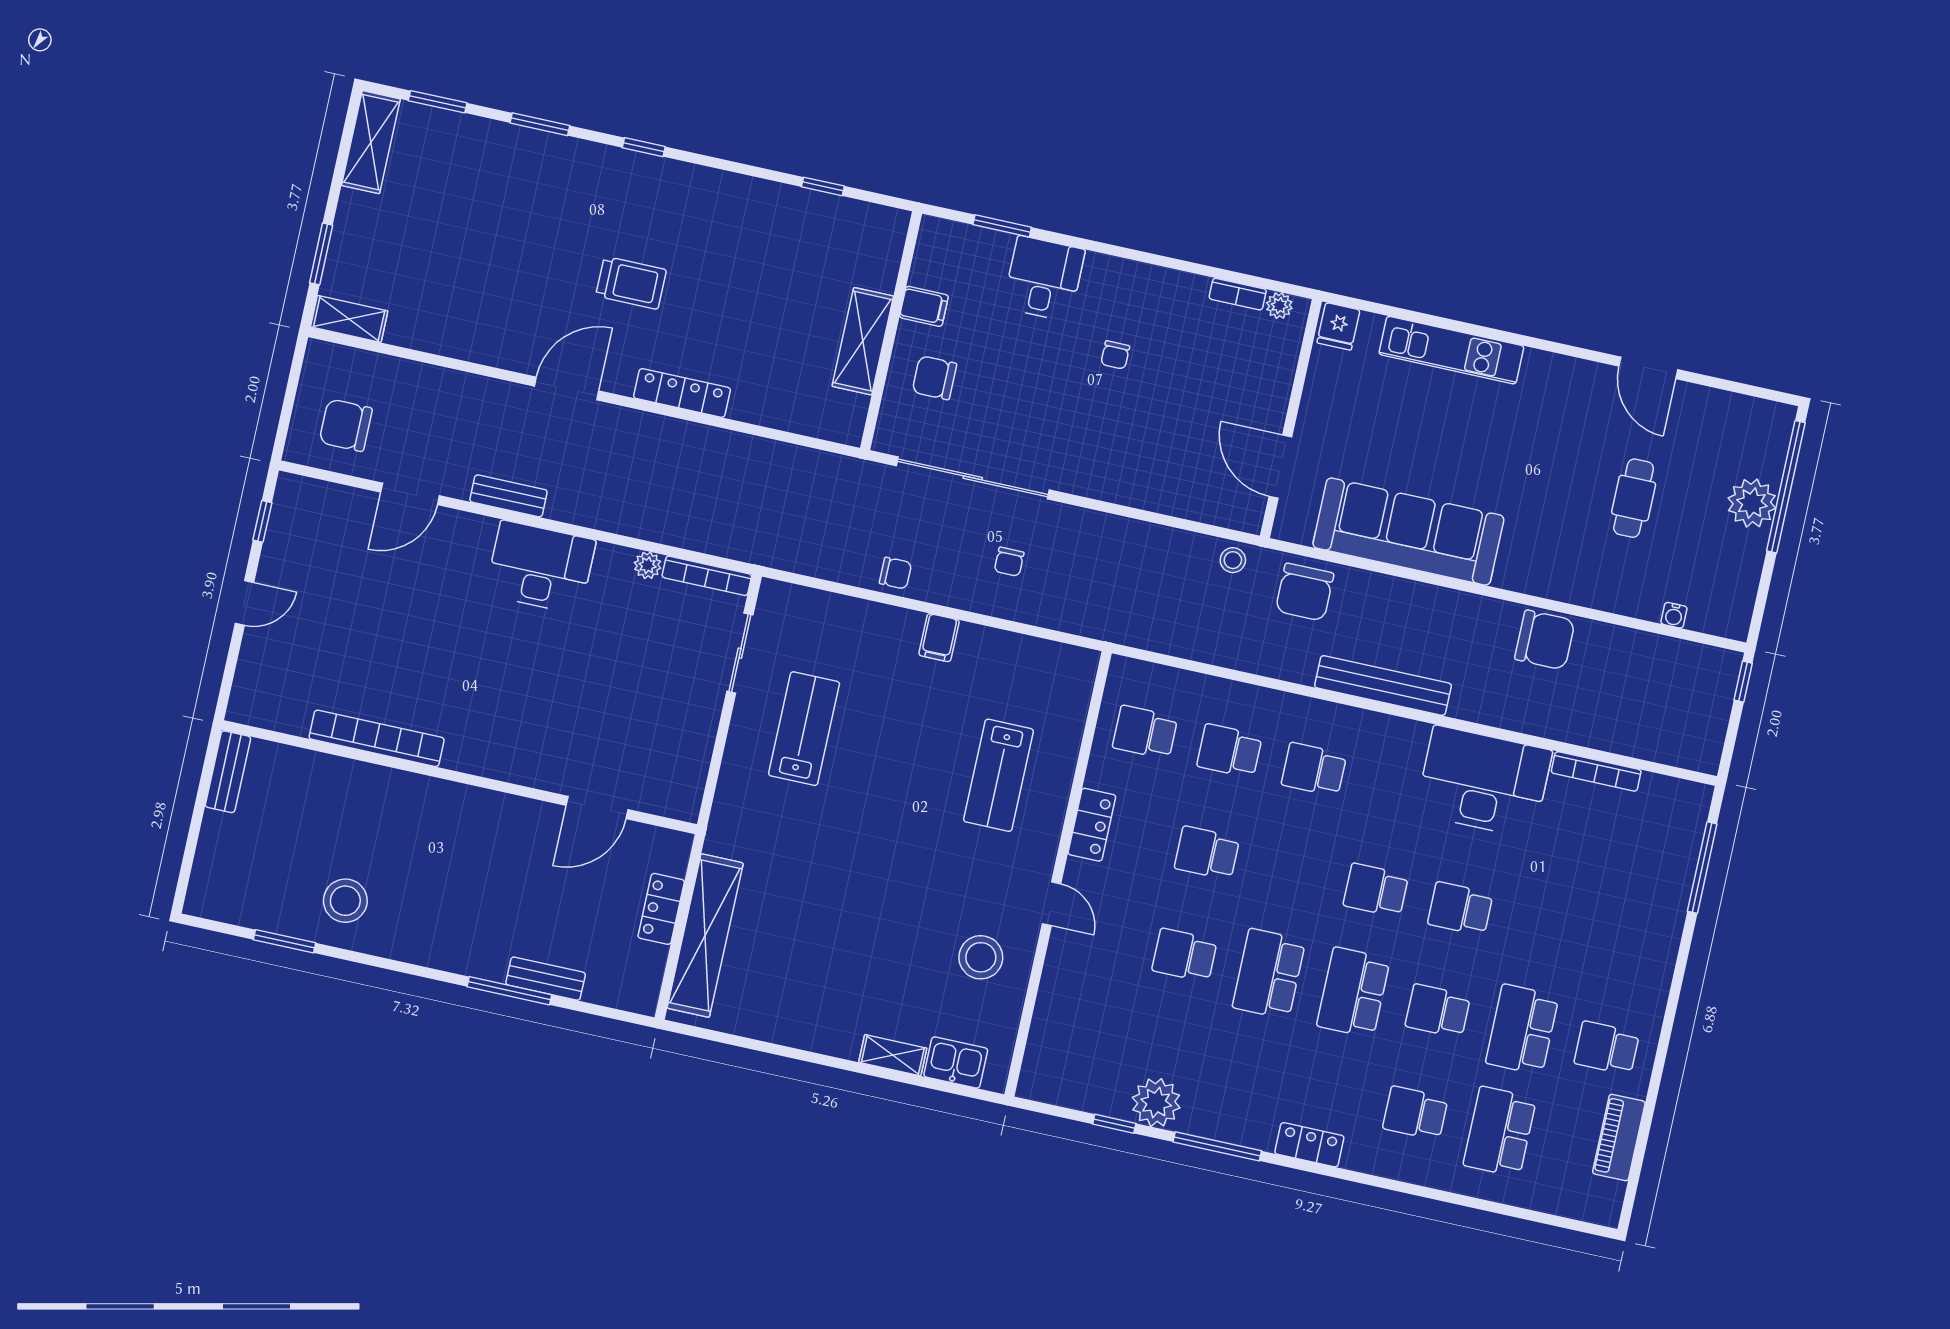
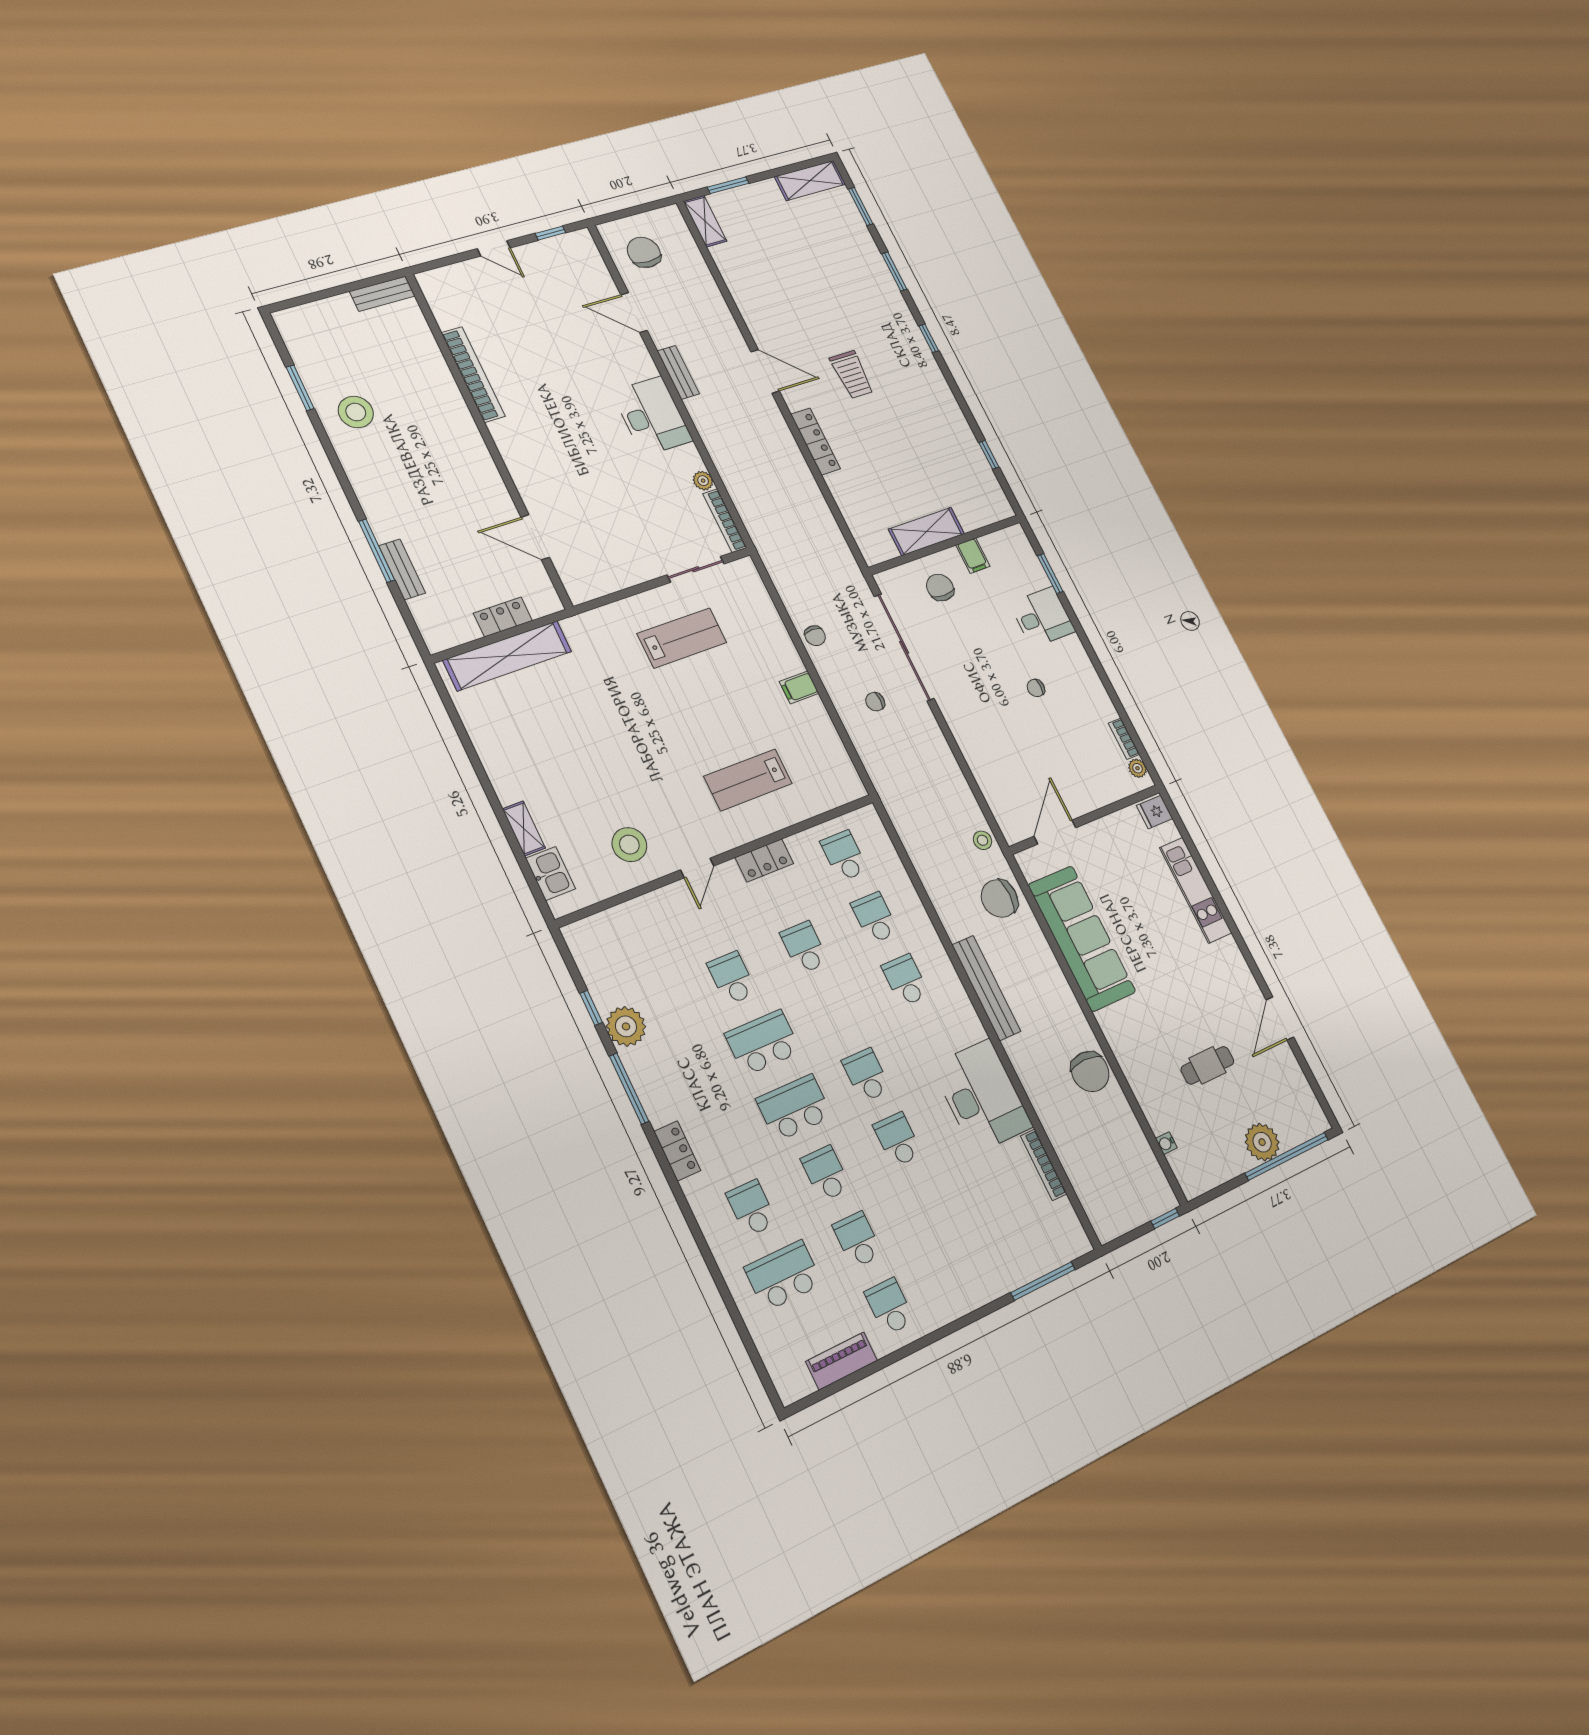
school desk: (1522, 1029) -> (857, 1240), width x0.54

